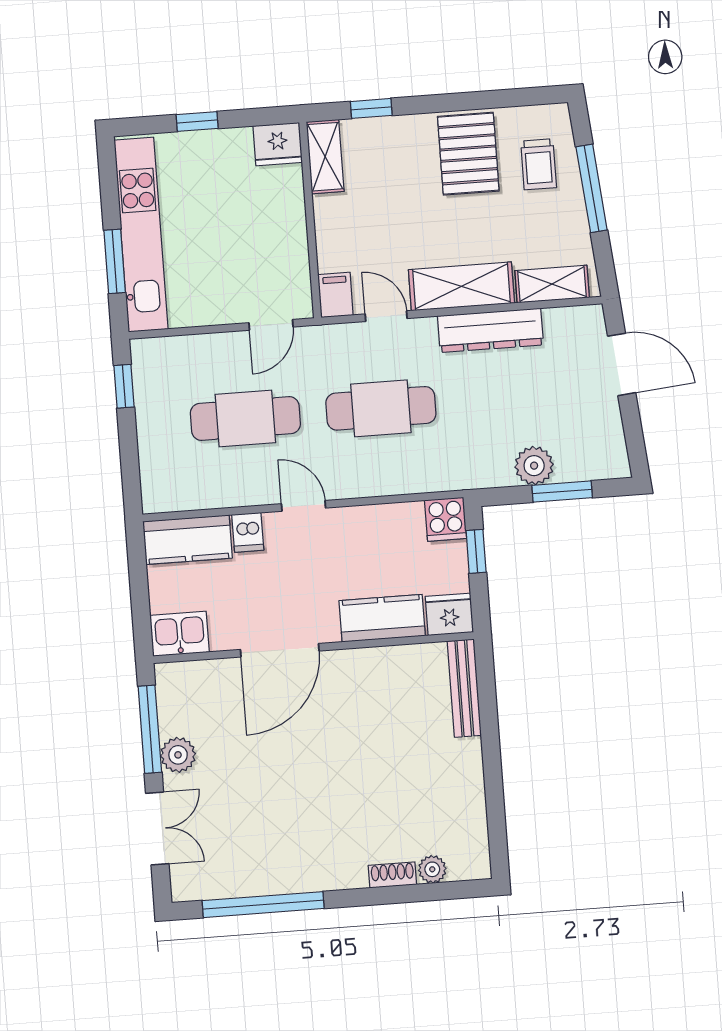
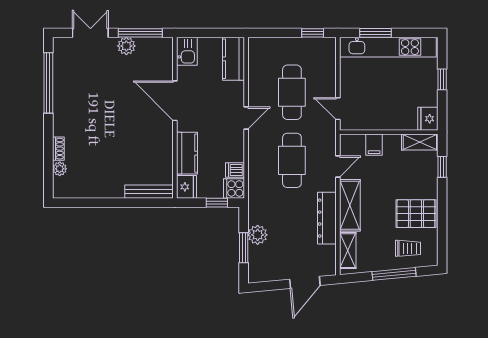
trolley: (539, 164) -> (408, 248), turned 180
filing cabinet: (335, 295) -> (374, 145), moved, turned 90
dishwasher: (248, 532) -> (235, 170), moved
double door: (157, 829) -> (90, 33), swing flipped

